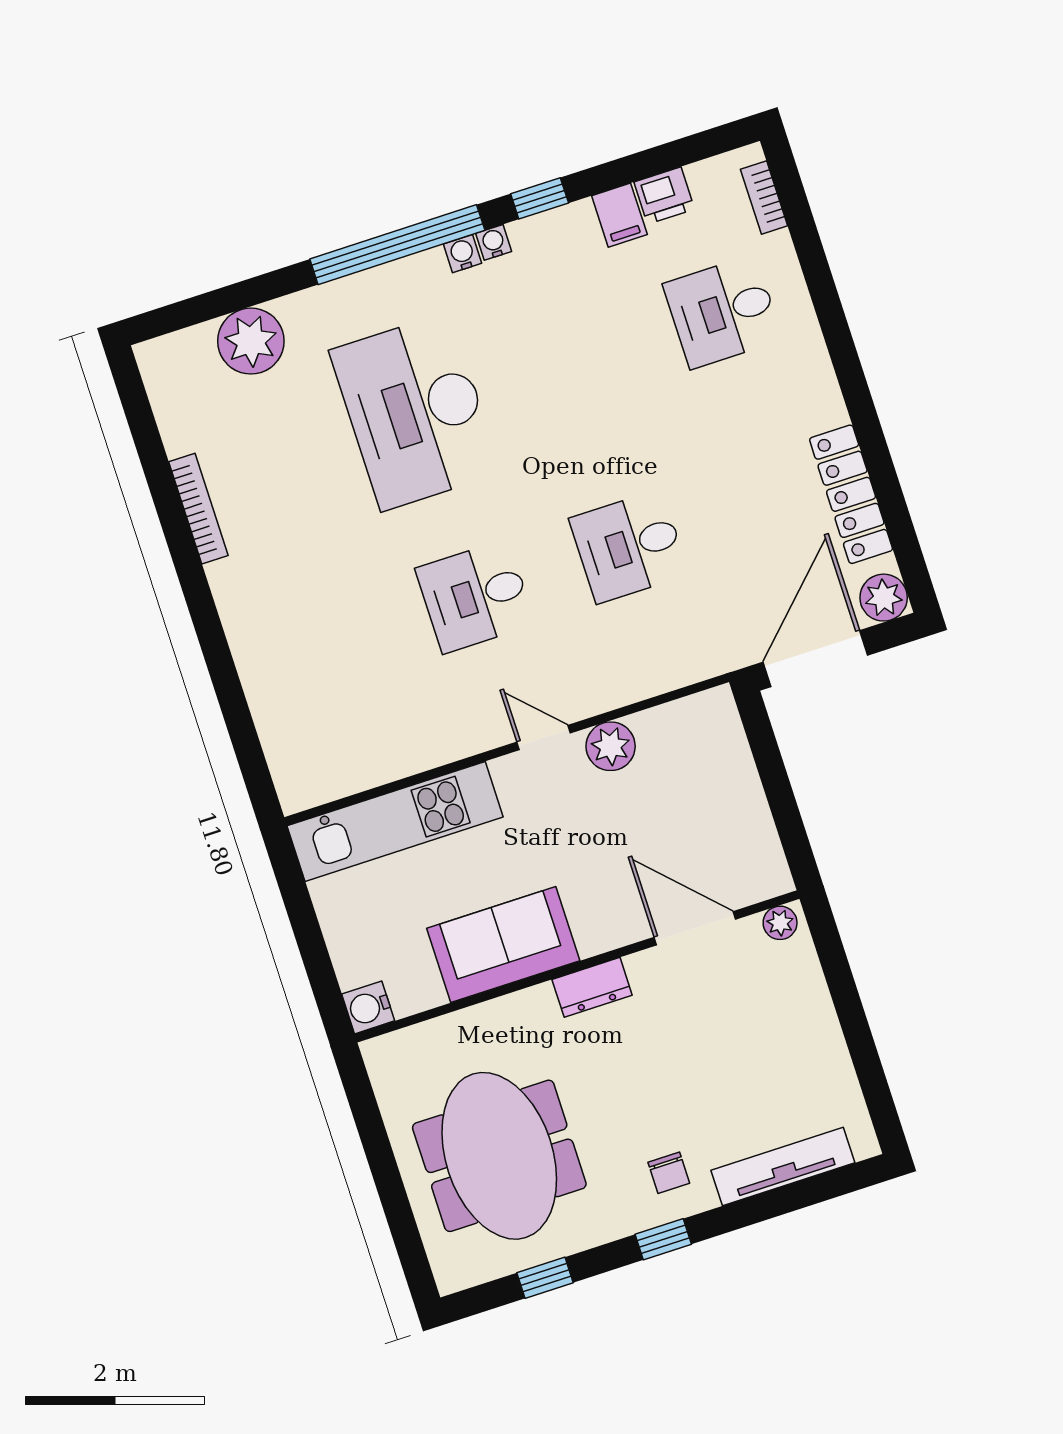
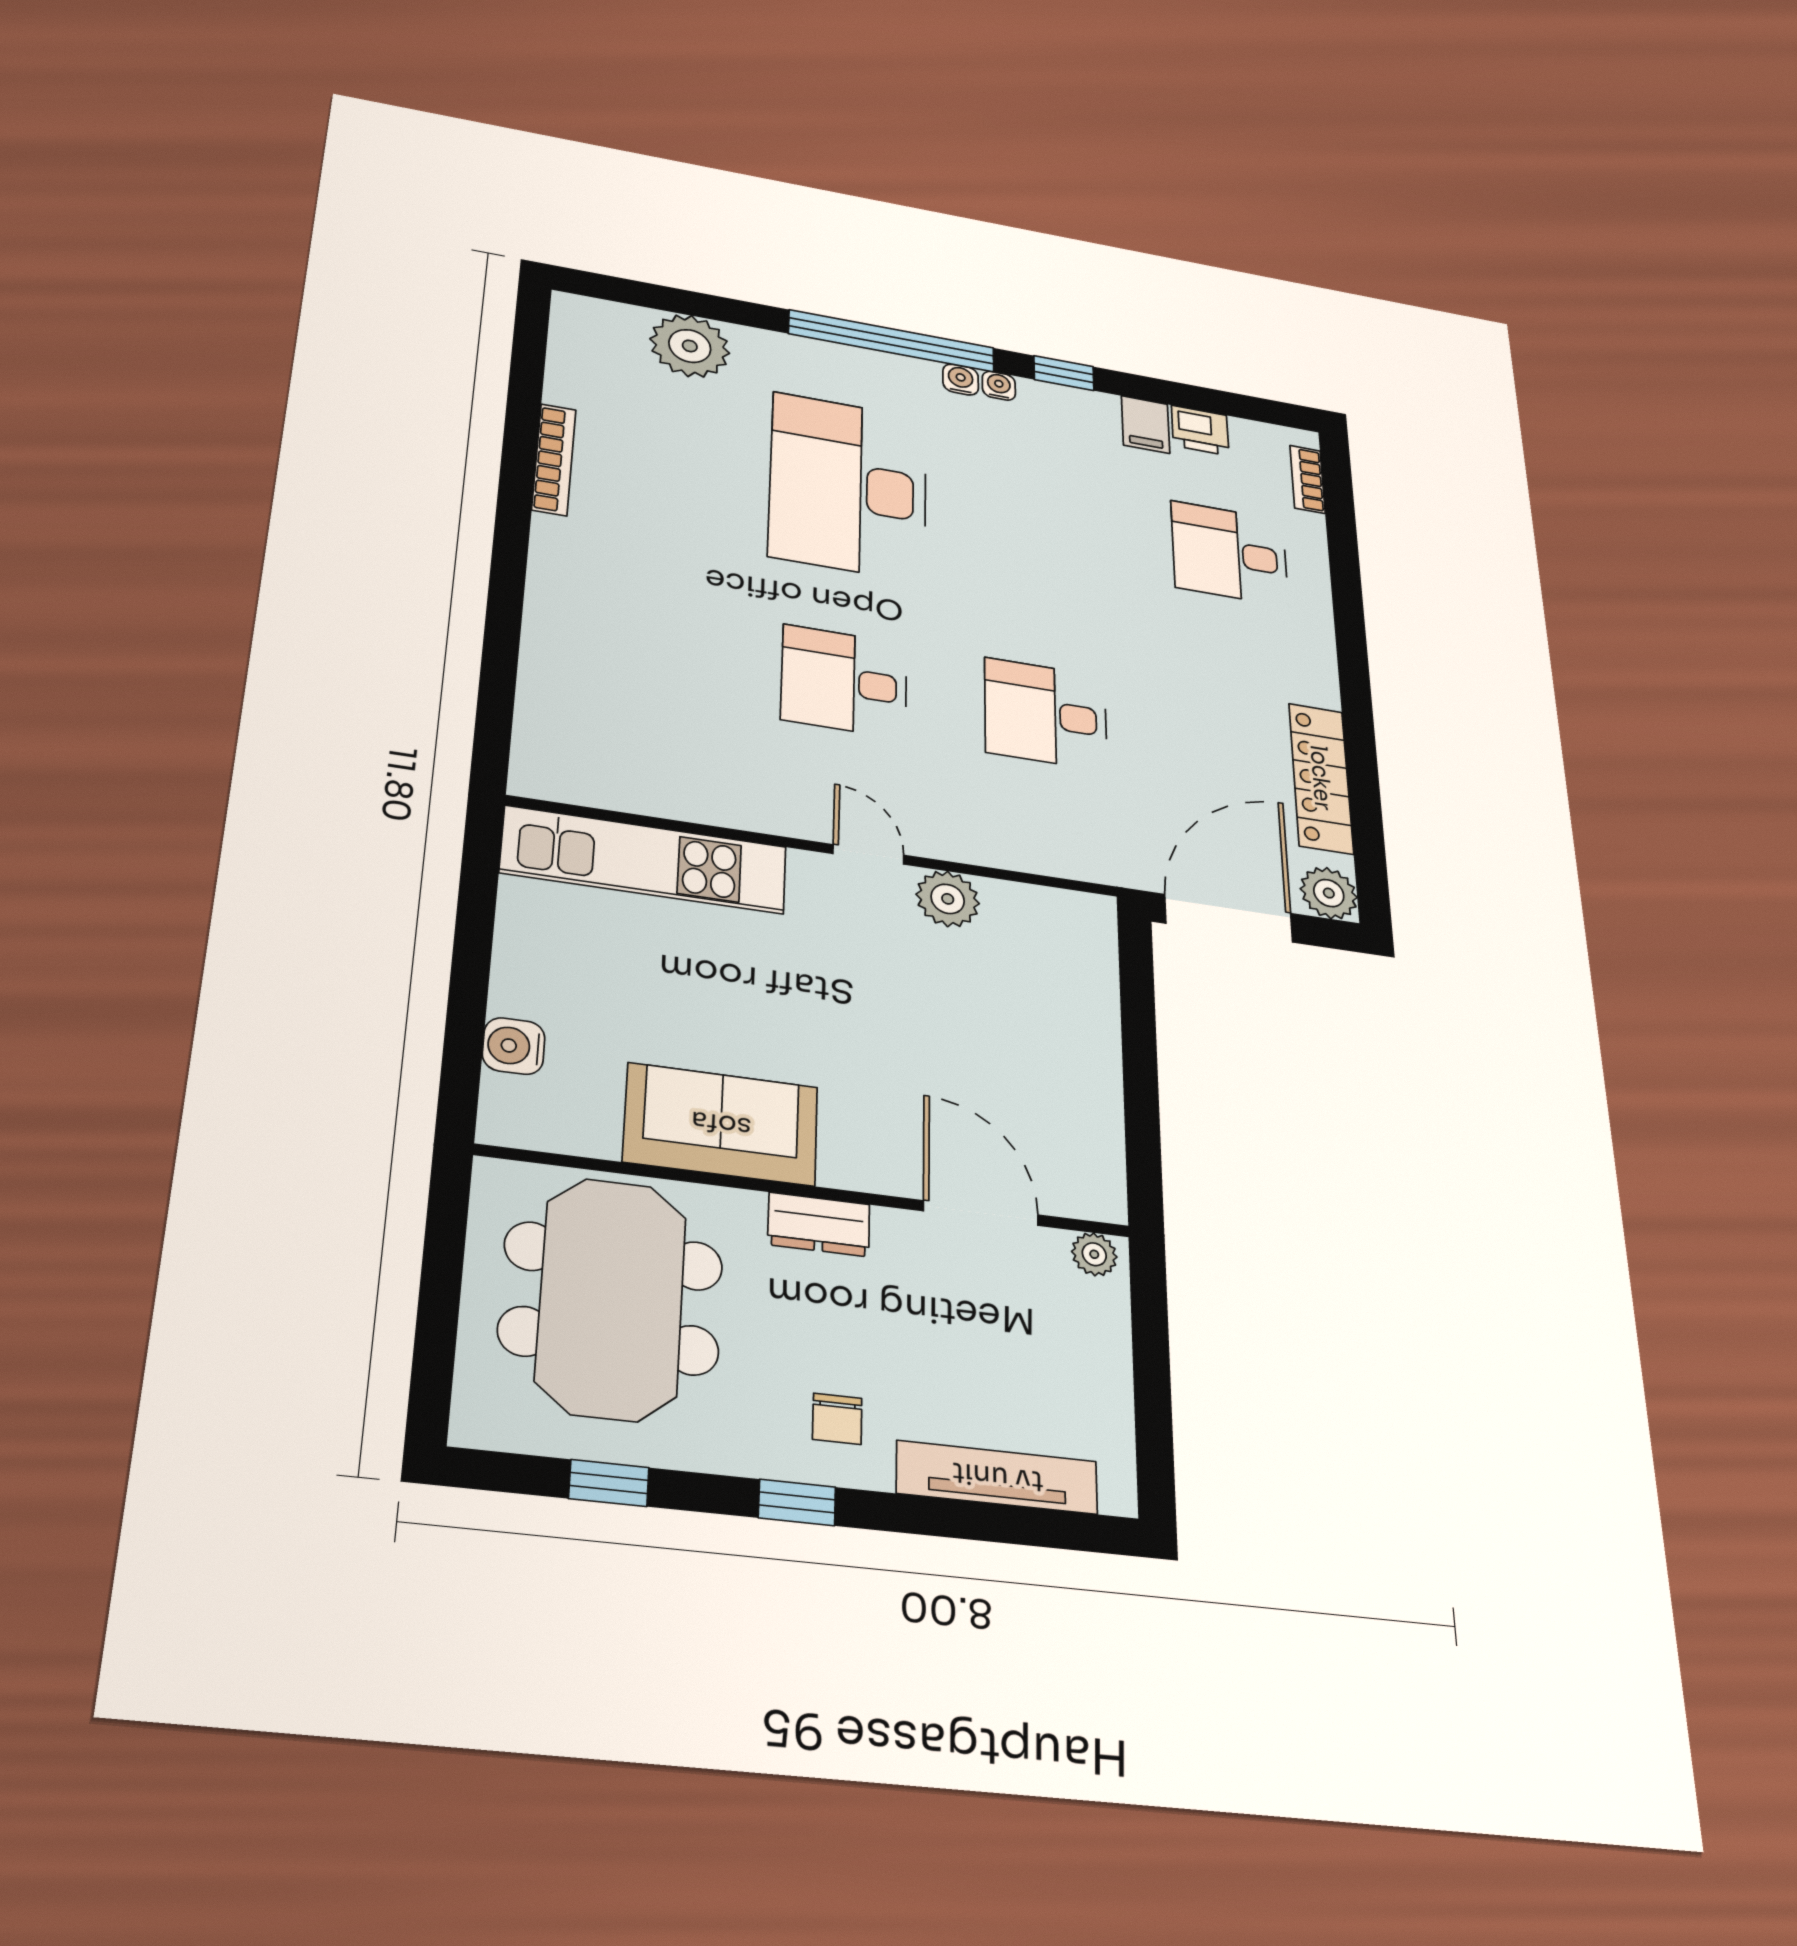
plant: (780, 923) -> (1094, 1254), moved
door: (695, 928) -> (981, 1213), moved
sofa: (503, 945) -> (721, 1124), moved
wall: (577, 966) -> (809, 1191), moved
dresser: (592, 987) -> (819, 1225), moved

